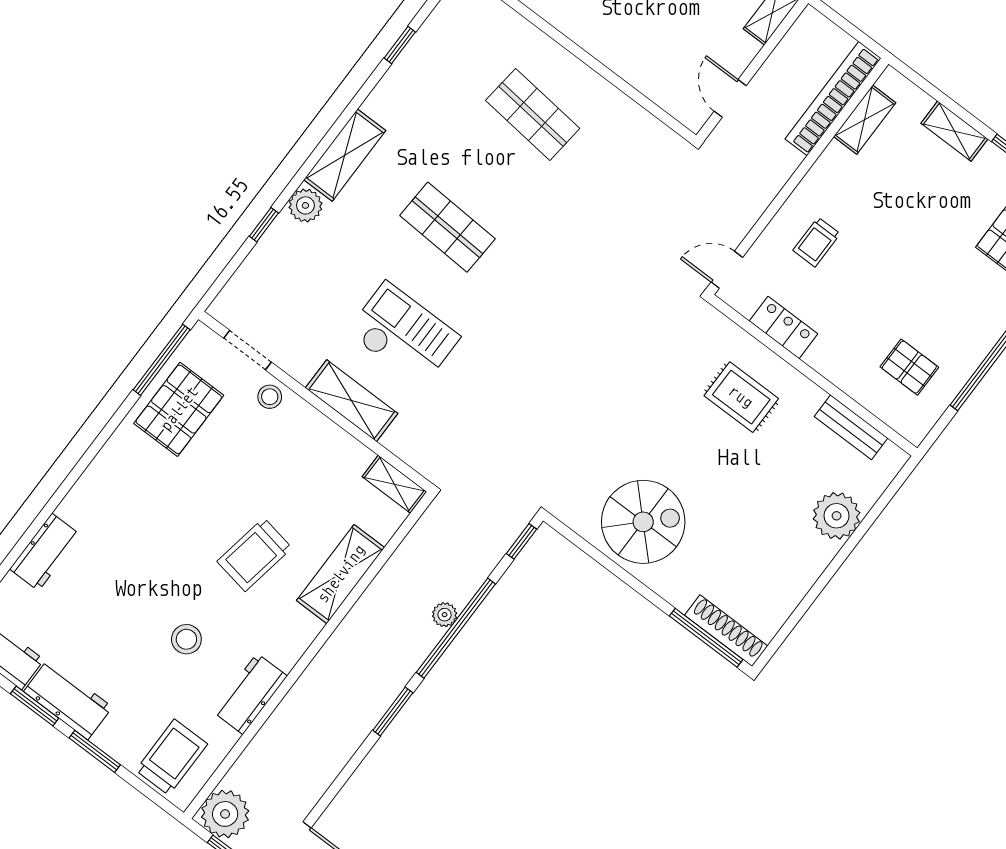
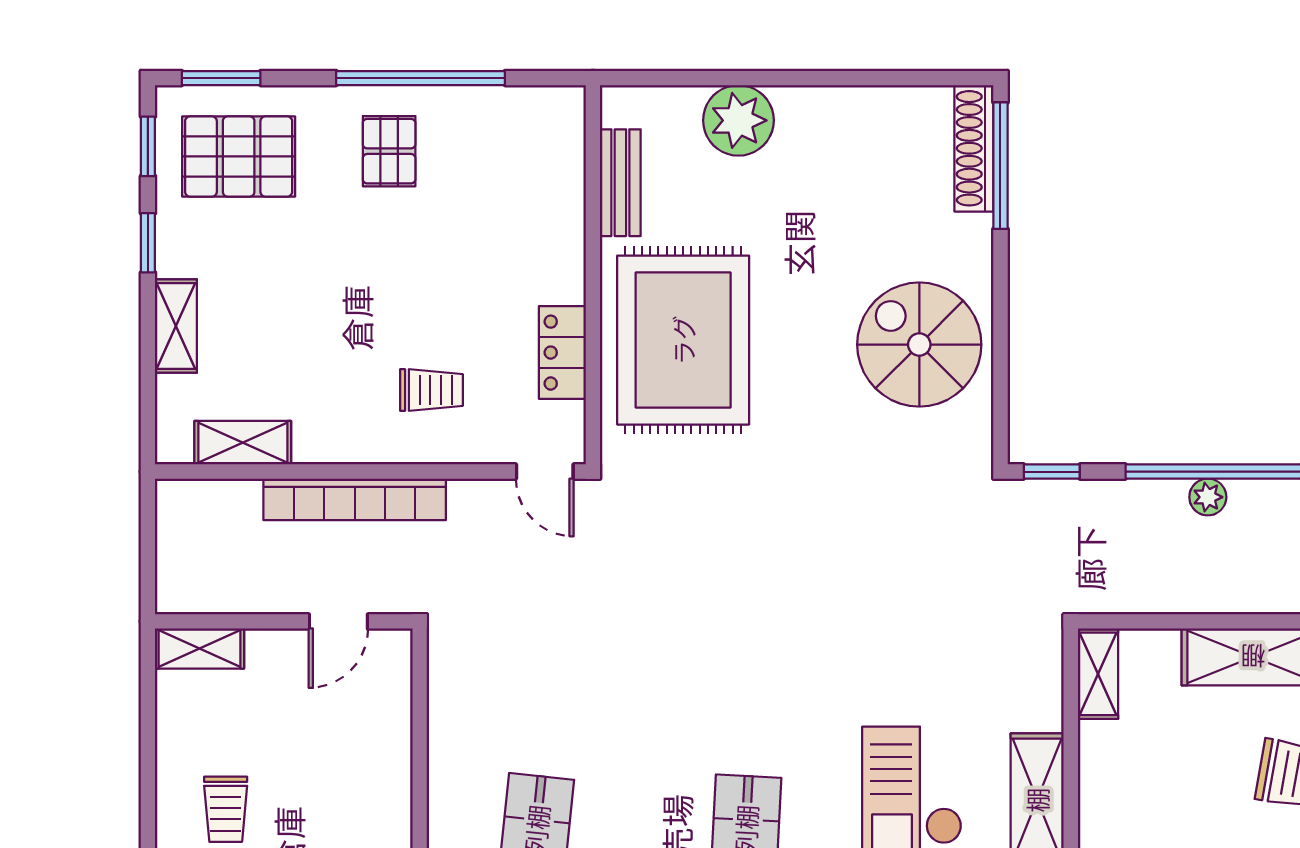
bookcase: (833, 99) -> (355, 499), moved
pallet: (909, 367) -> (389, 151), moved
rug: (741, 397) -> (683, 340), width x1.86, depth x2.06

